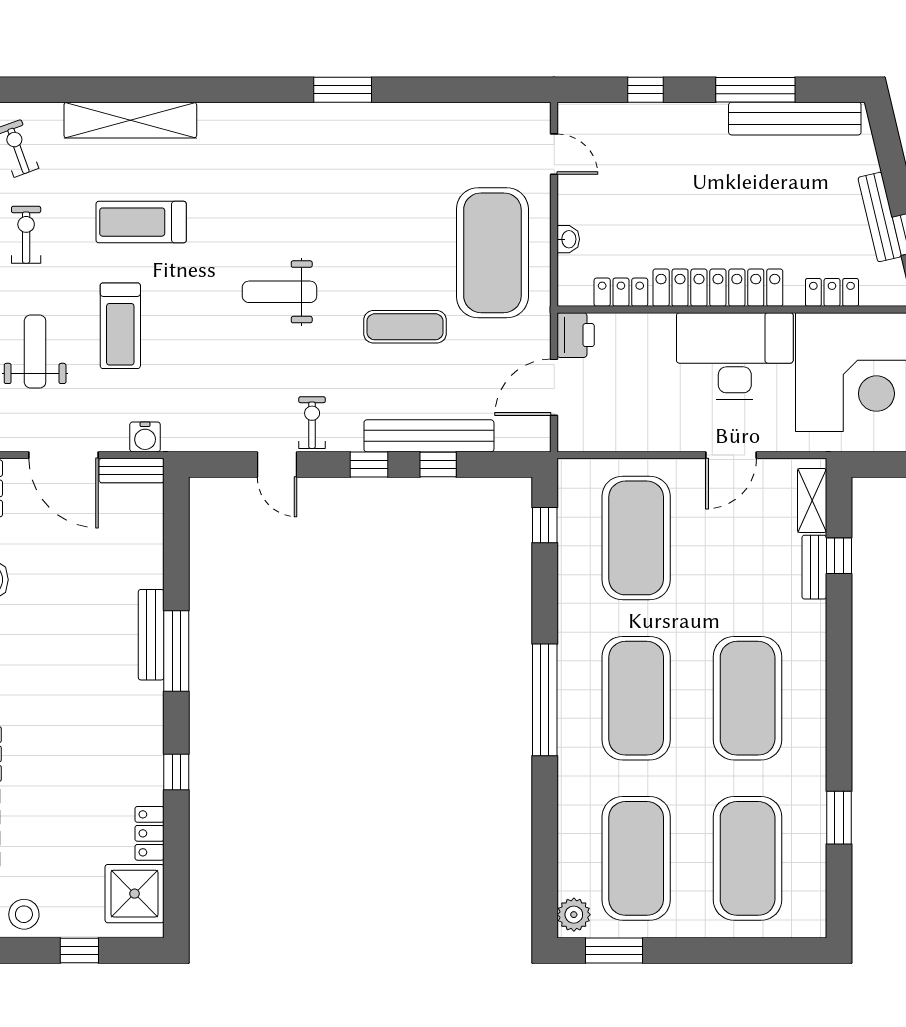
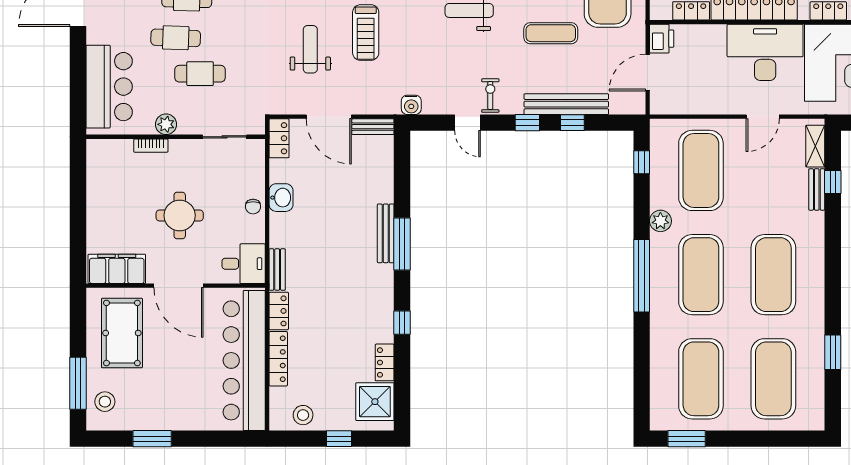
water cooler: (145, 437) -> (411, 105), moved
plant: (574, 915) -> (660, 221), moved

